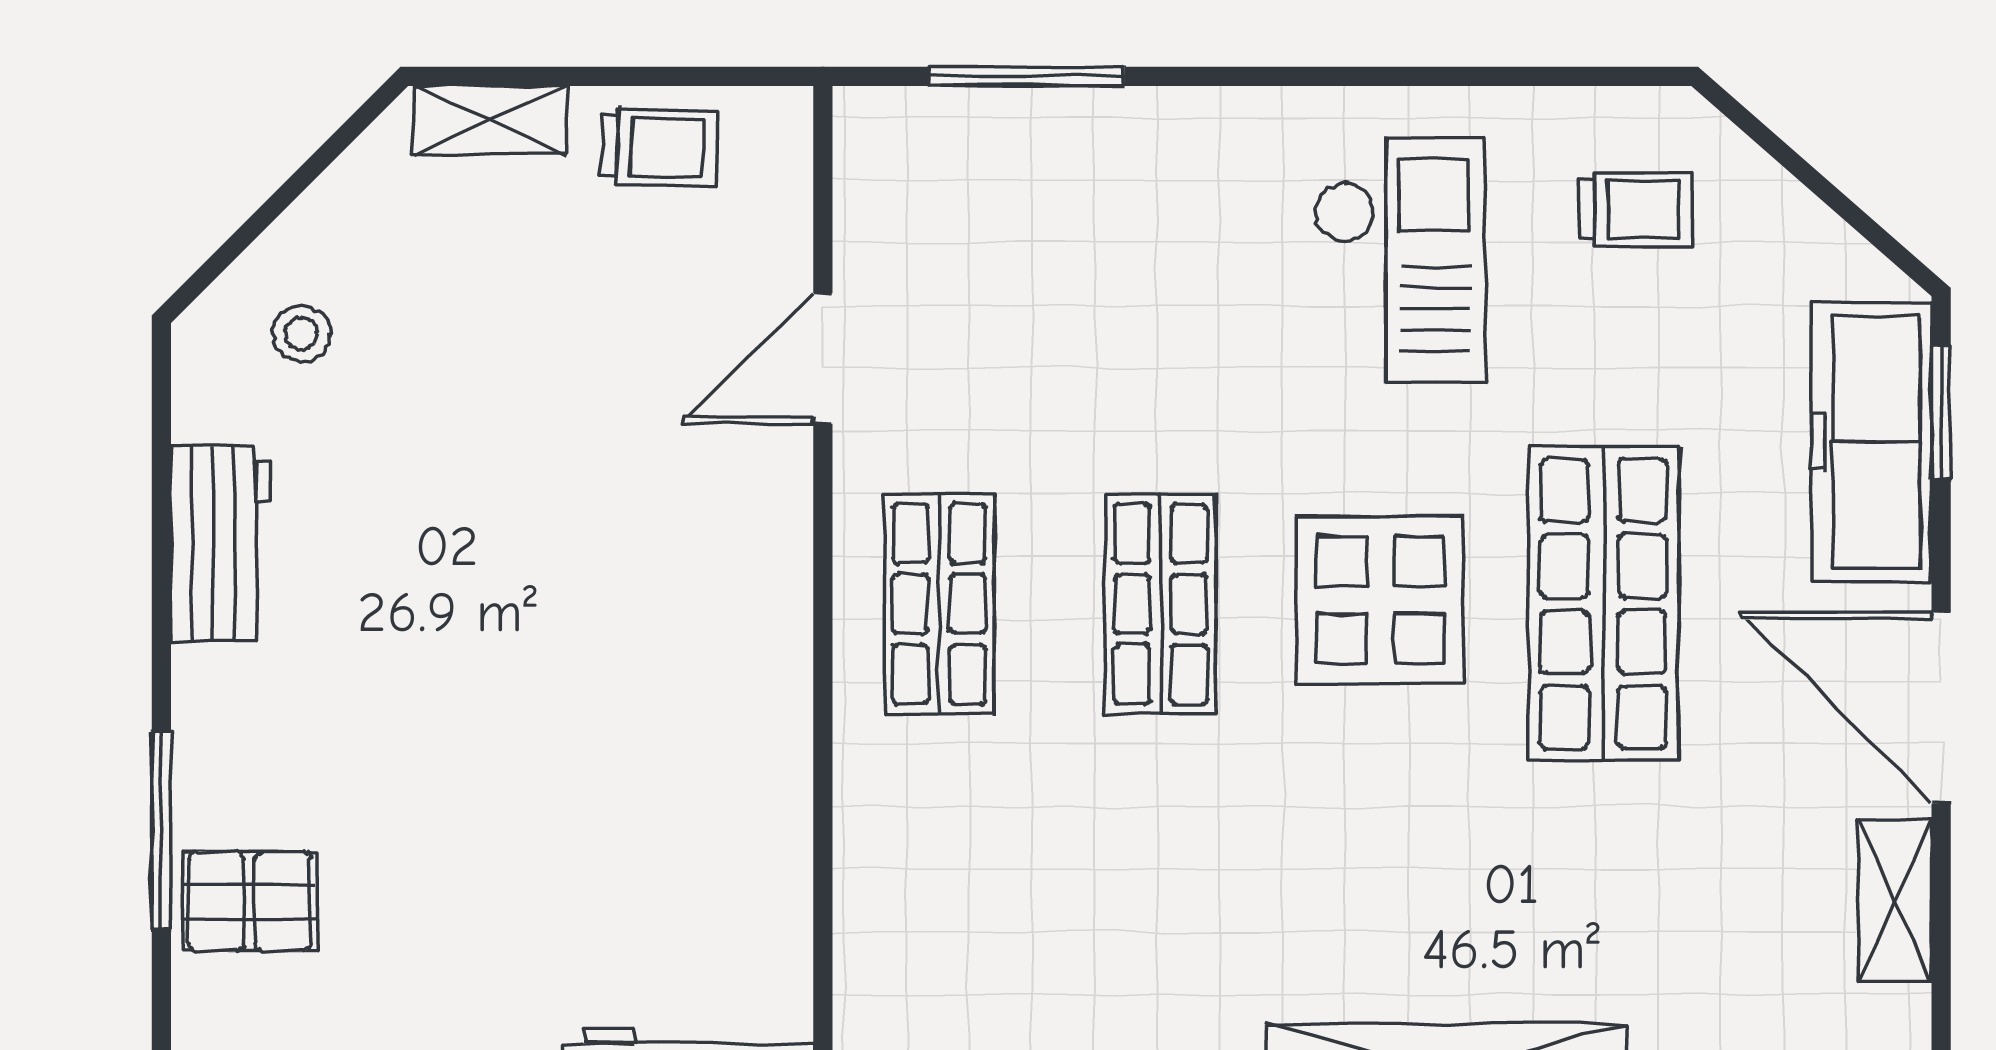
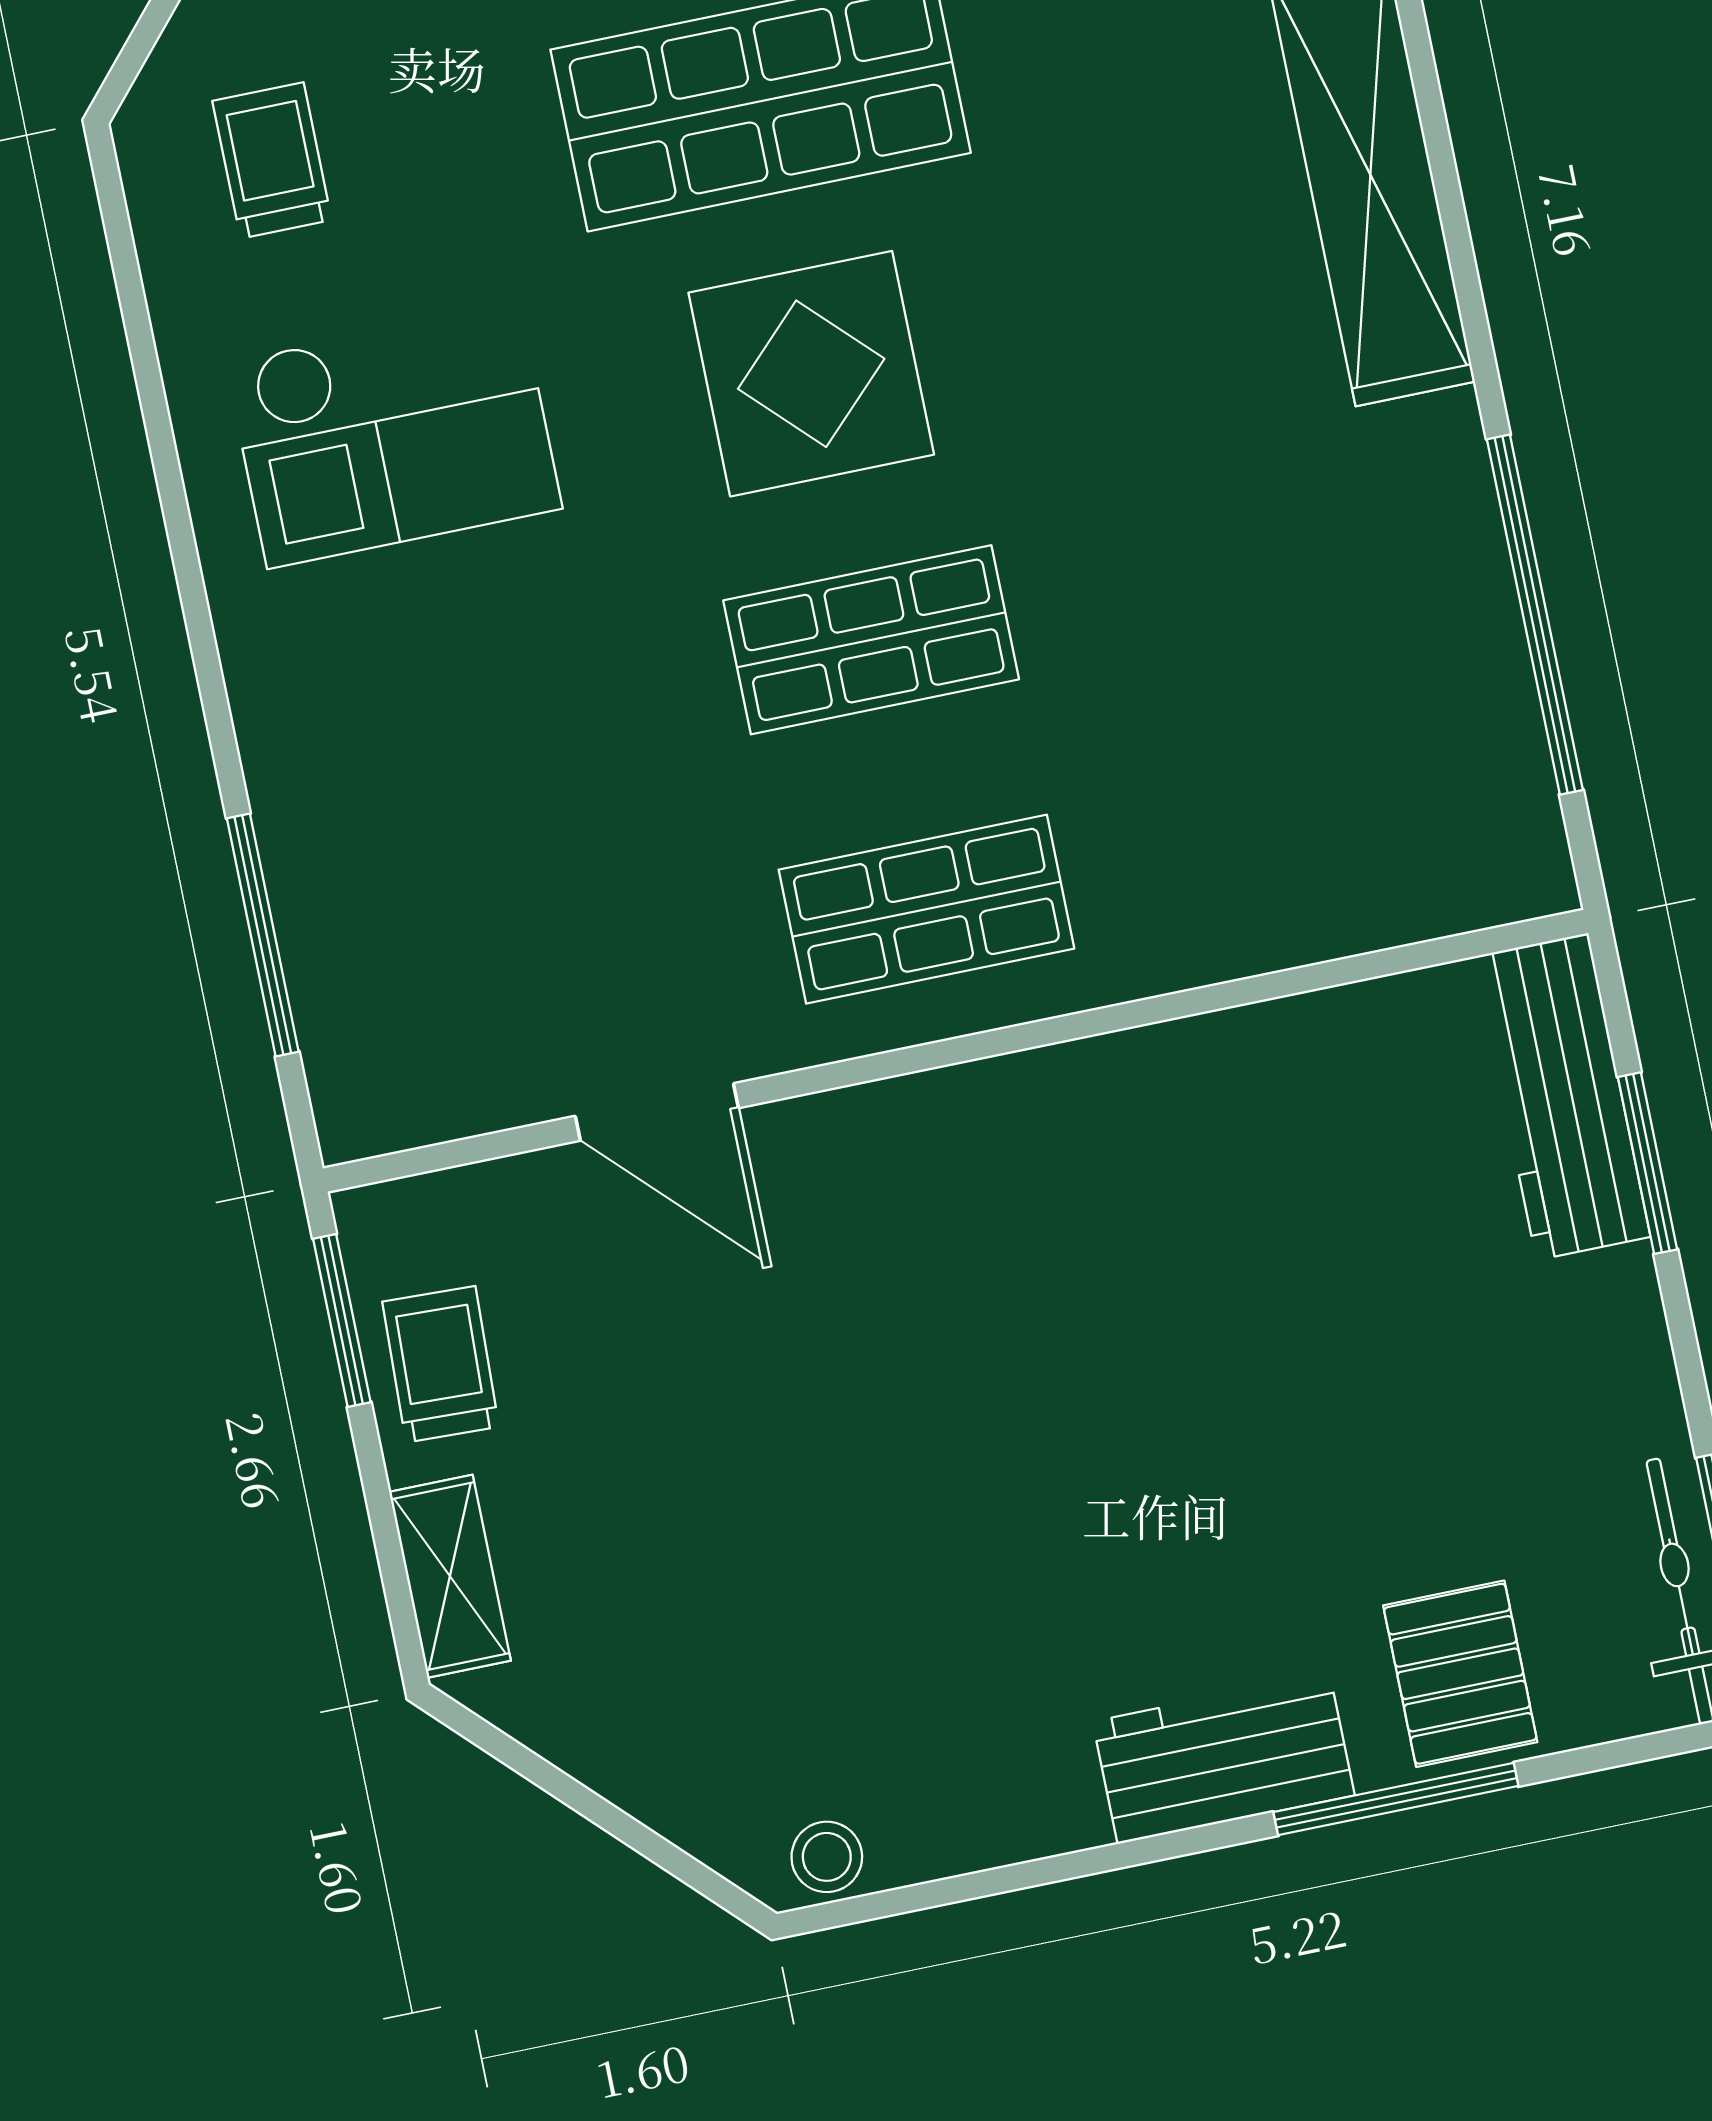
window: (709, 76) -> (342, 1320), added
checkout: (1399, 260) -> (394, 435), turned 180
stool: (301, 334) -> (827, 1857), moved
workbench: (221, 543) -> (1224, 1759), moved

